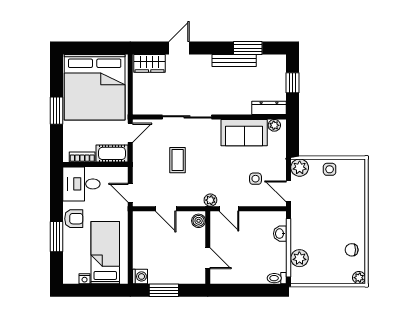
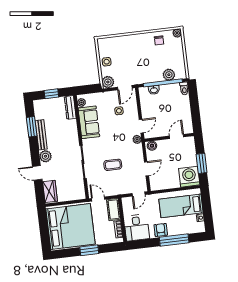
plant: (202, 63) -> (45, 156), added
window: (57, 237) -> (174, 240), width x1.44
washing machine: (140, 276) -> (189, 177), width x1.89, depth x1.89

